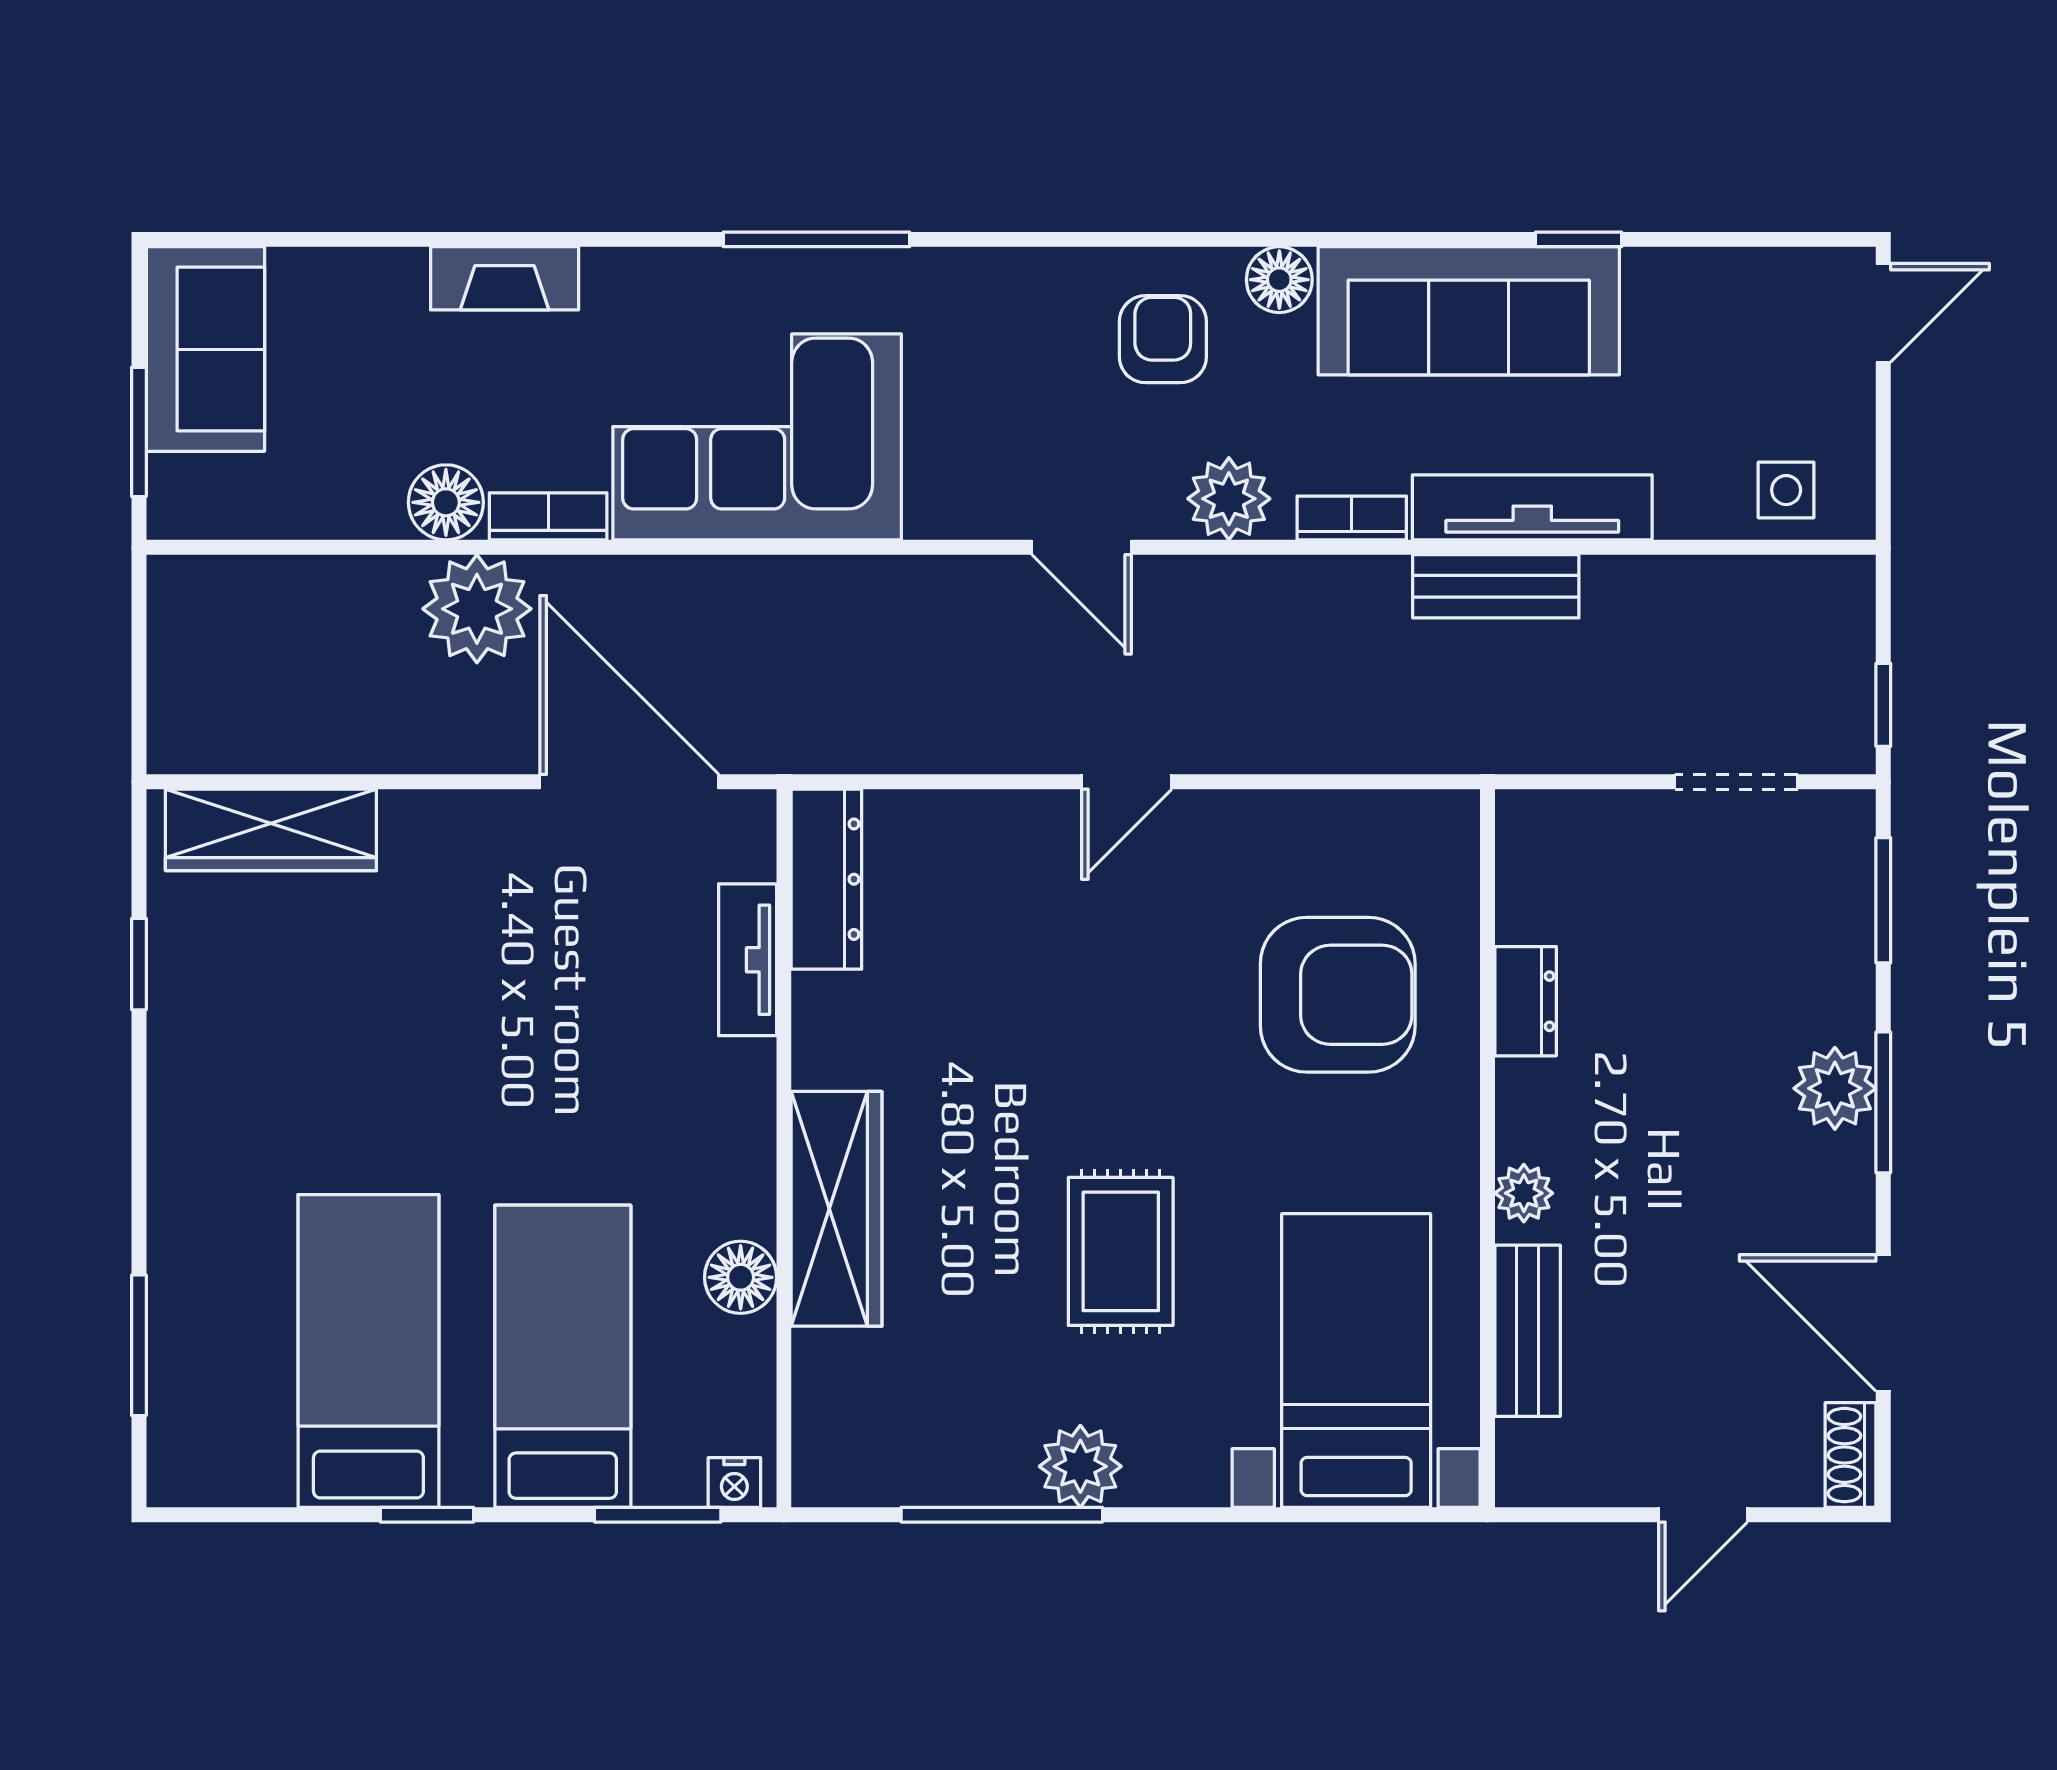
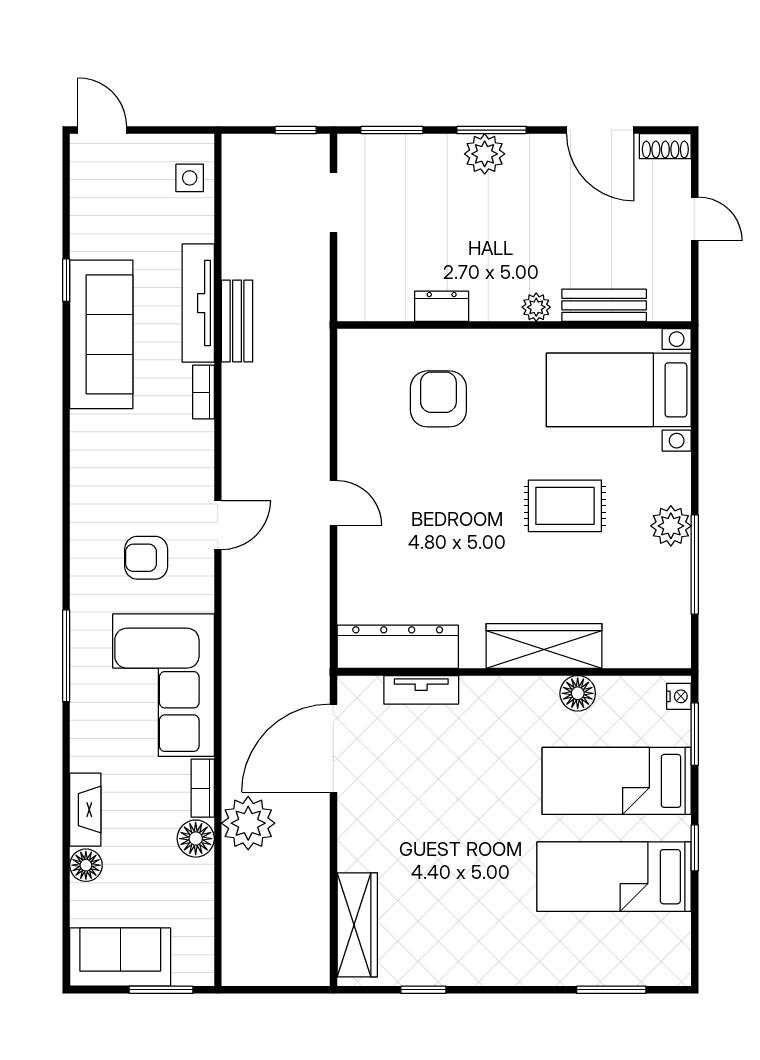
floor lamp: (1279, 280) -> (86, 865), moved
armchair: (1163, 339) -> (146, 558), moved
plant: (1229, 499) -> (194, 453), removed
dresser: (826, 879) -> (398, 647), width x1.37, depth x1.24
armchair: (1338, 995) -> (438, 399), width x0.73, depth x0.73
door: (1883, 1323) -> (600, 130), hinge flipped

